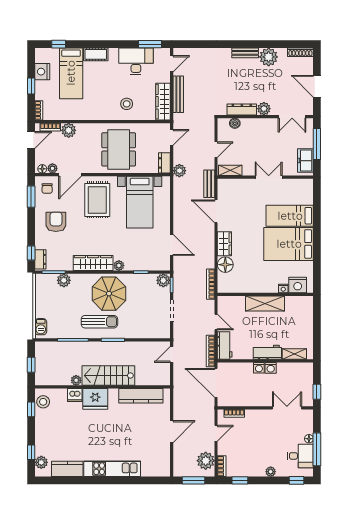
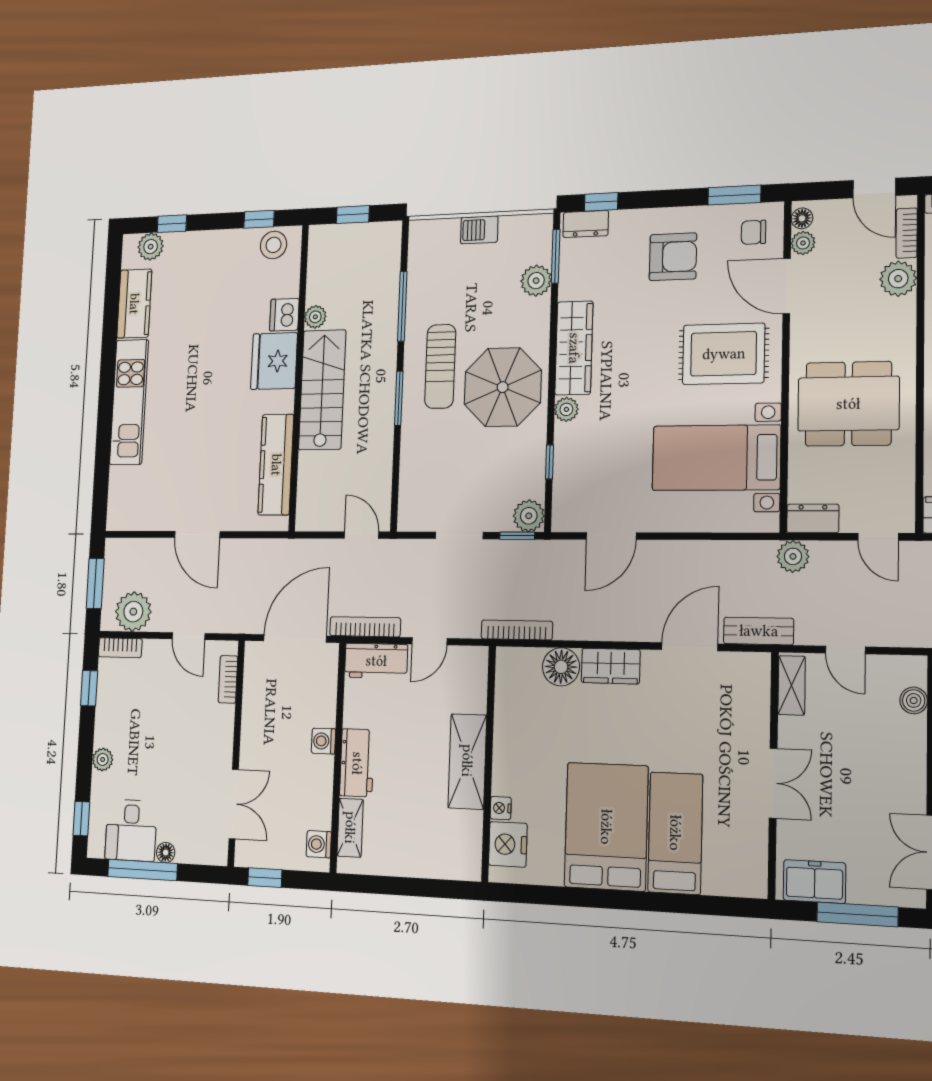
barbecue: (41, 327) -> (479, 230), moved
washing machine: (271, 368) -> (319, 844), moved

